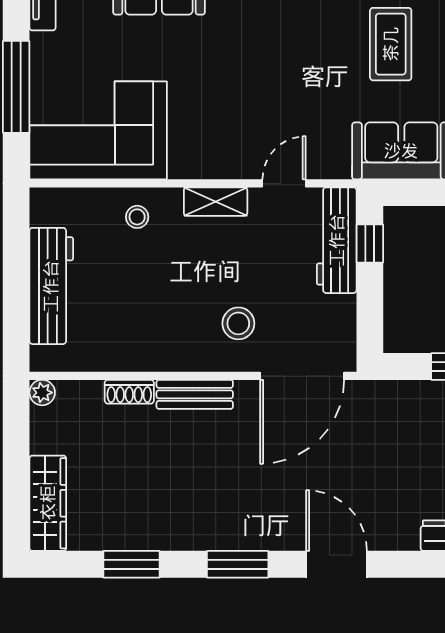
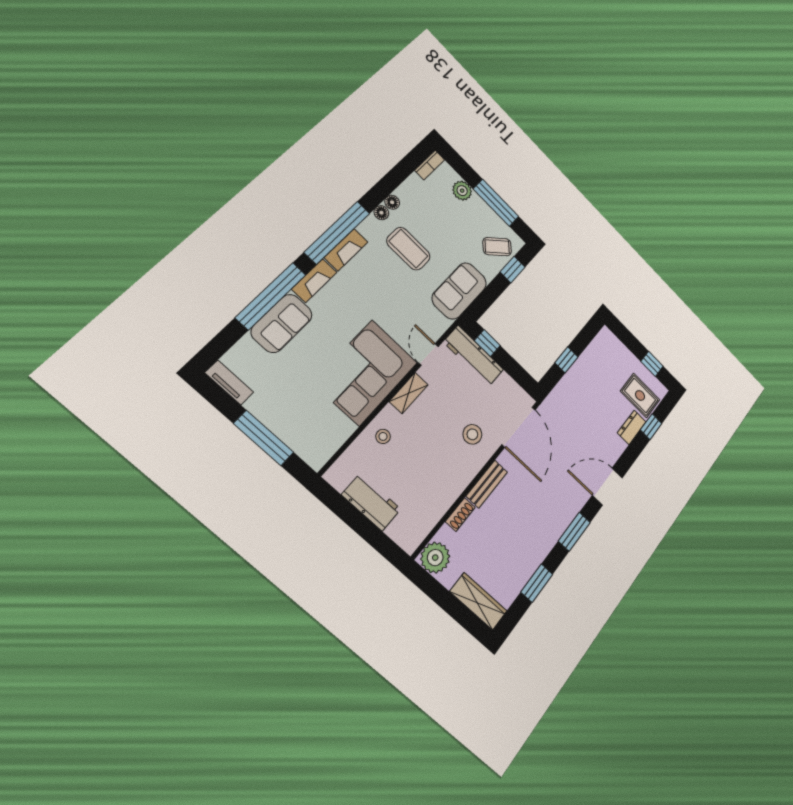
corner sofa: (98, 130) -> (366, 373), moved
workbench: (51, 286) -> (371, 502), width x0.73
plant: (42, 393) -> (435, 558), width x1.87, depth x1.87

